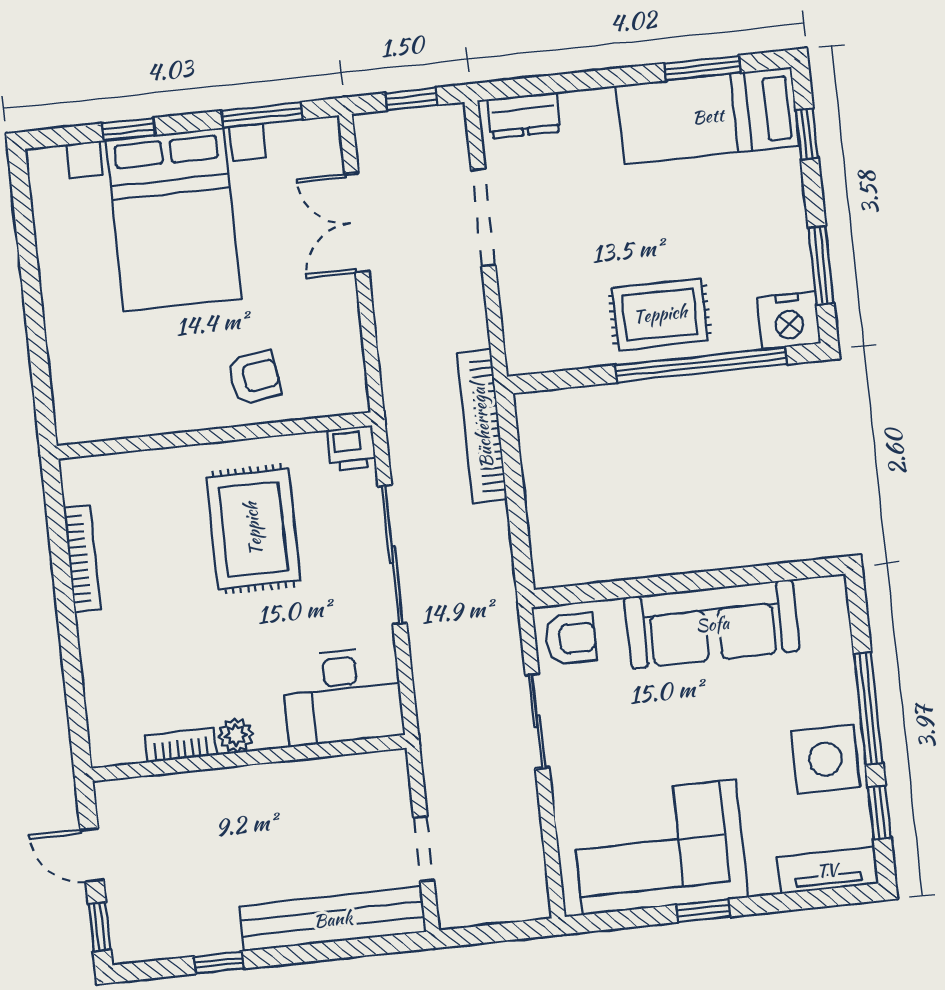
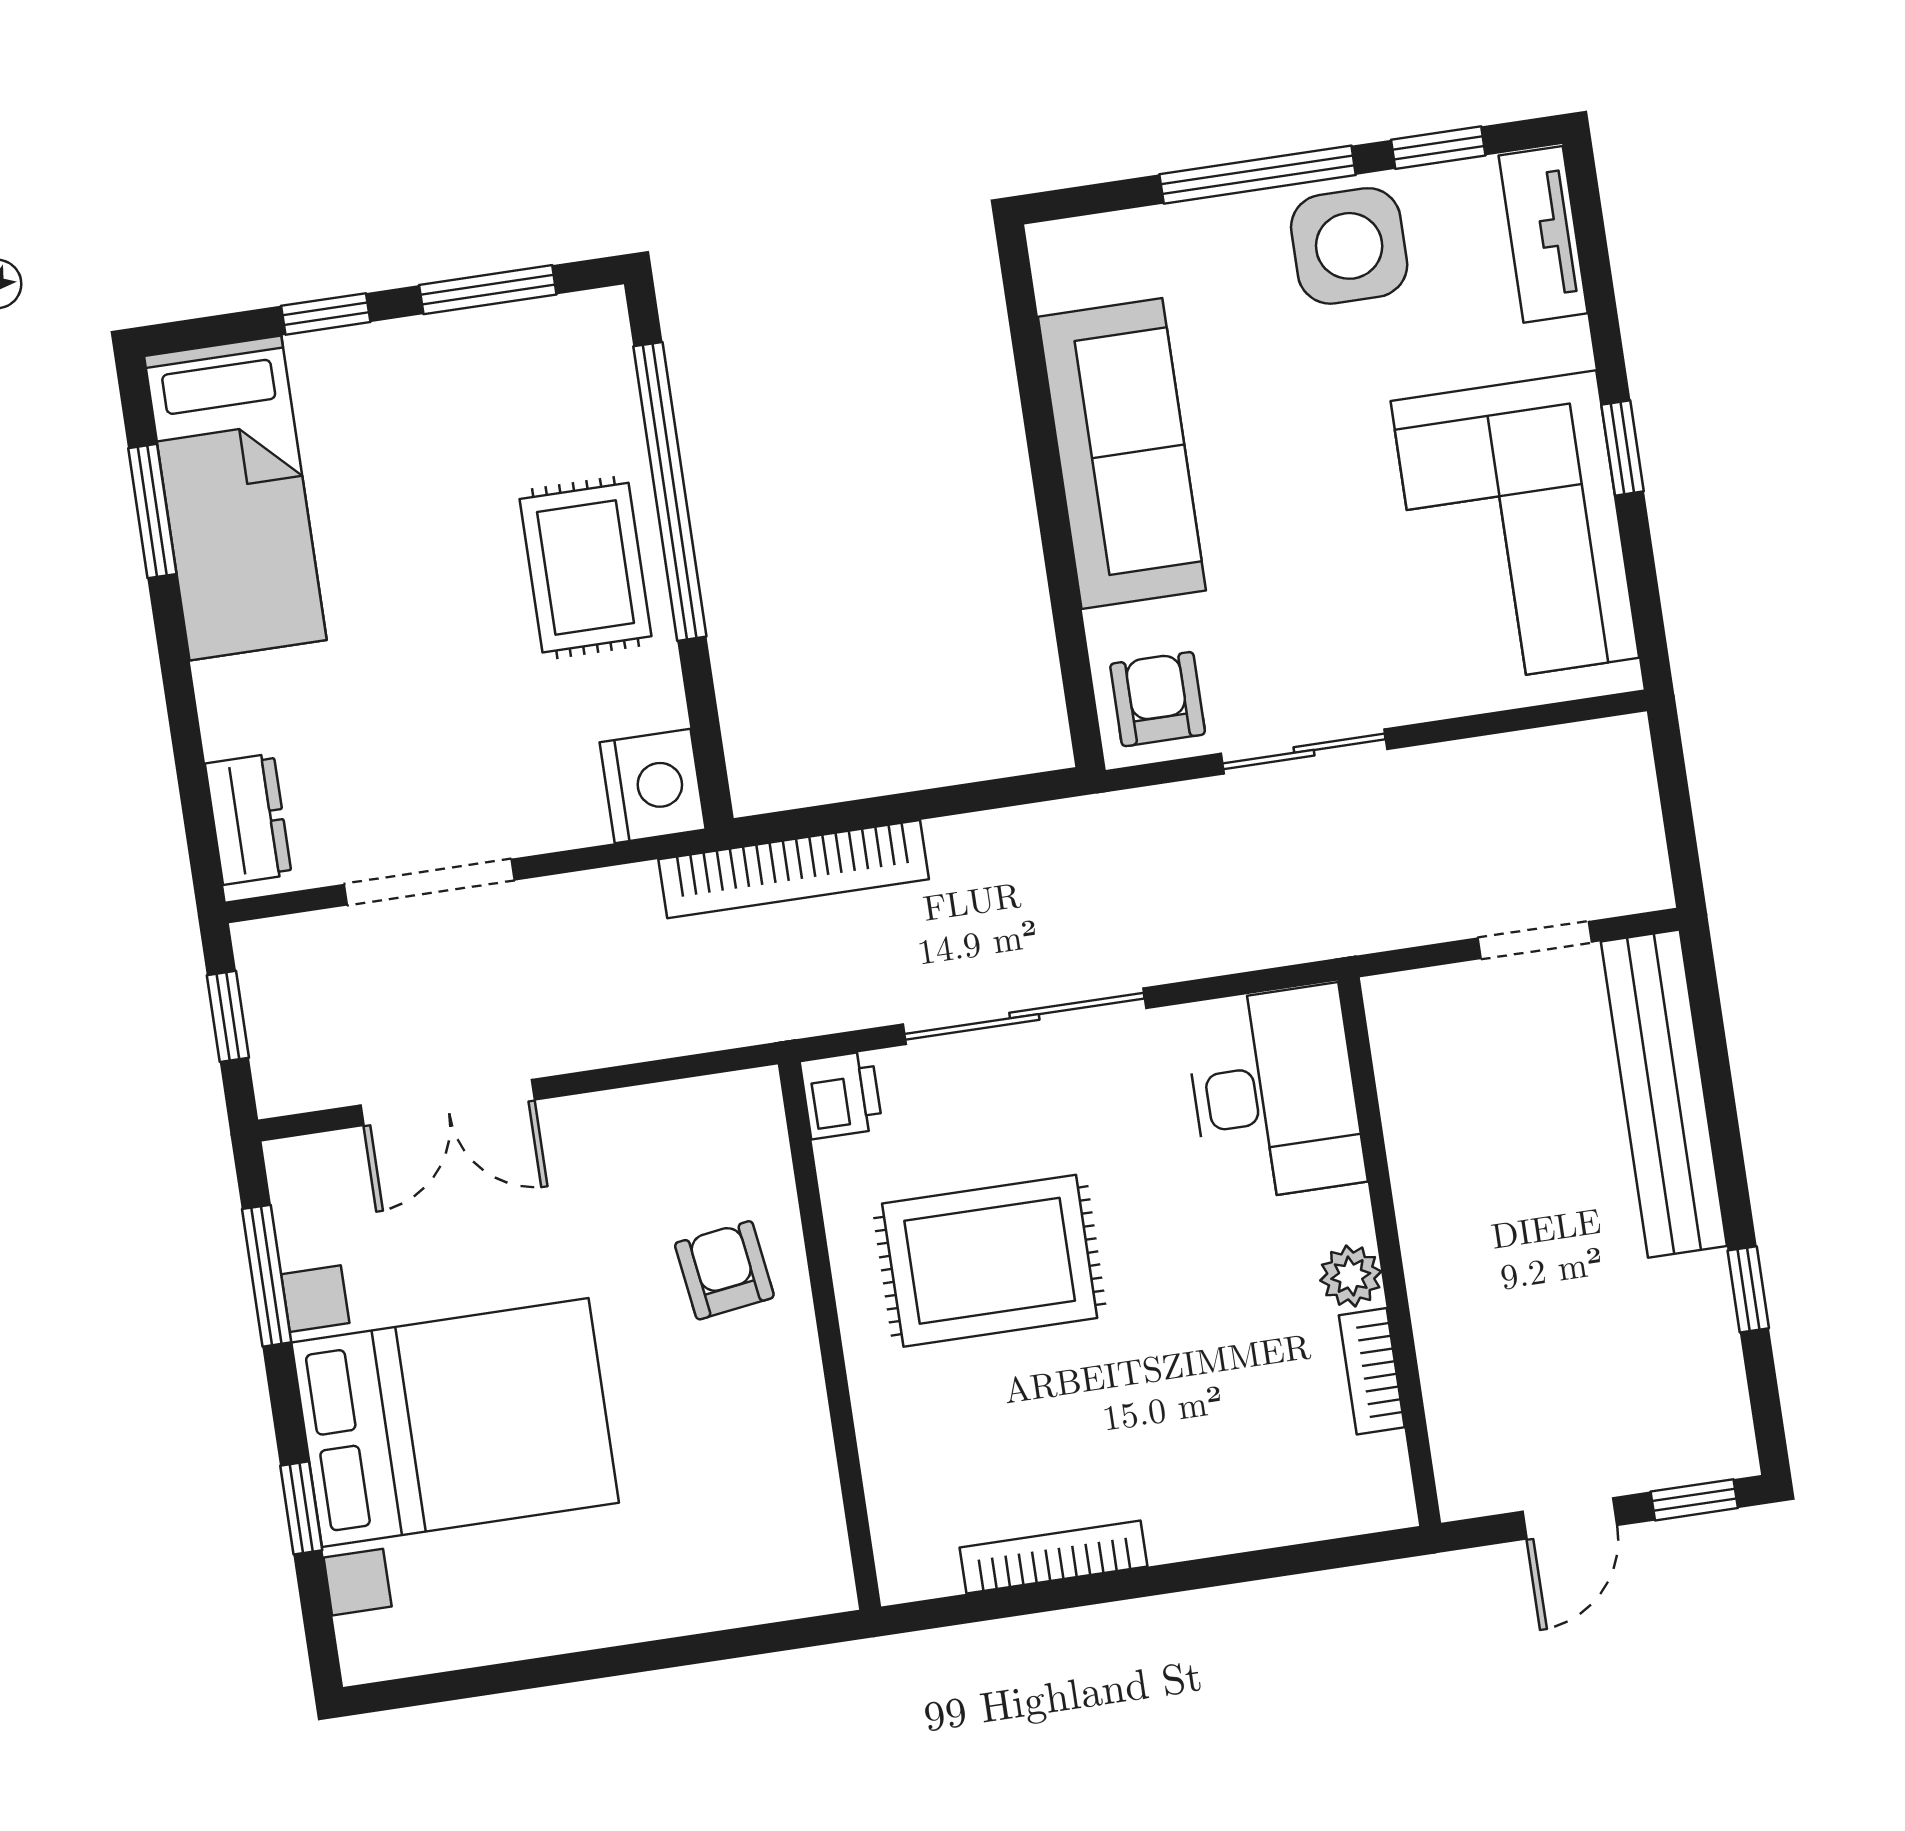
window: (807, 134) -> (326, 314), moved
nightstand: (789, 320) -> (653, 786), moved

